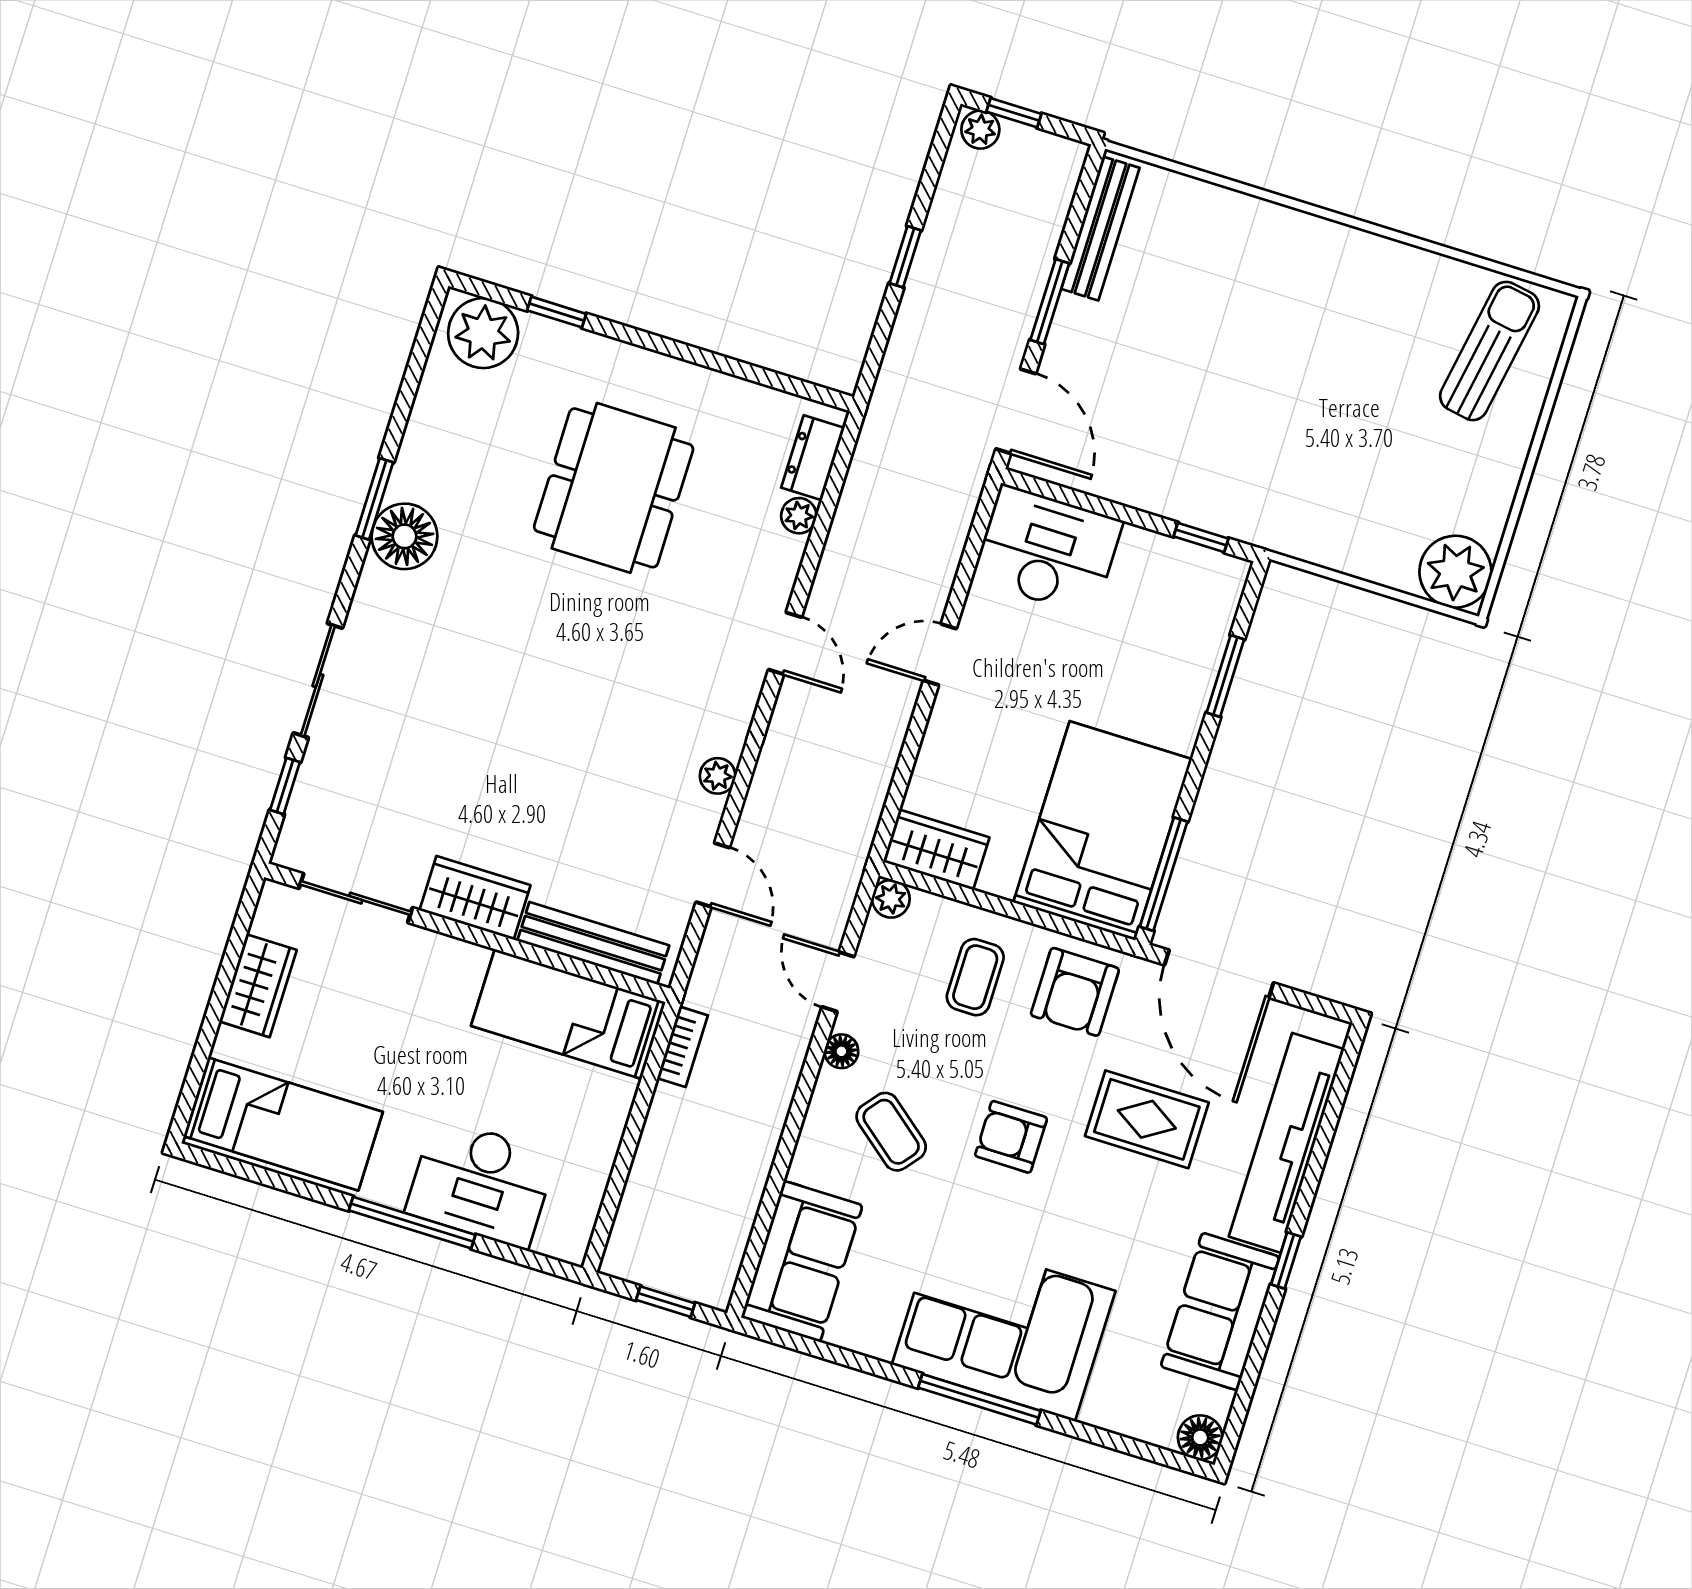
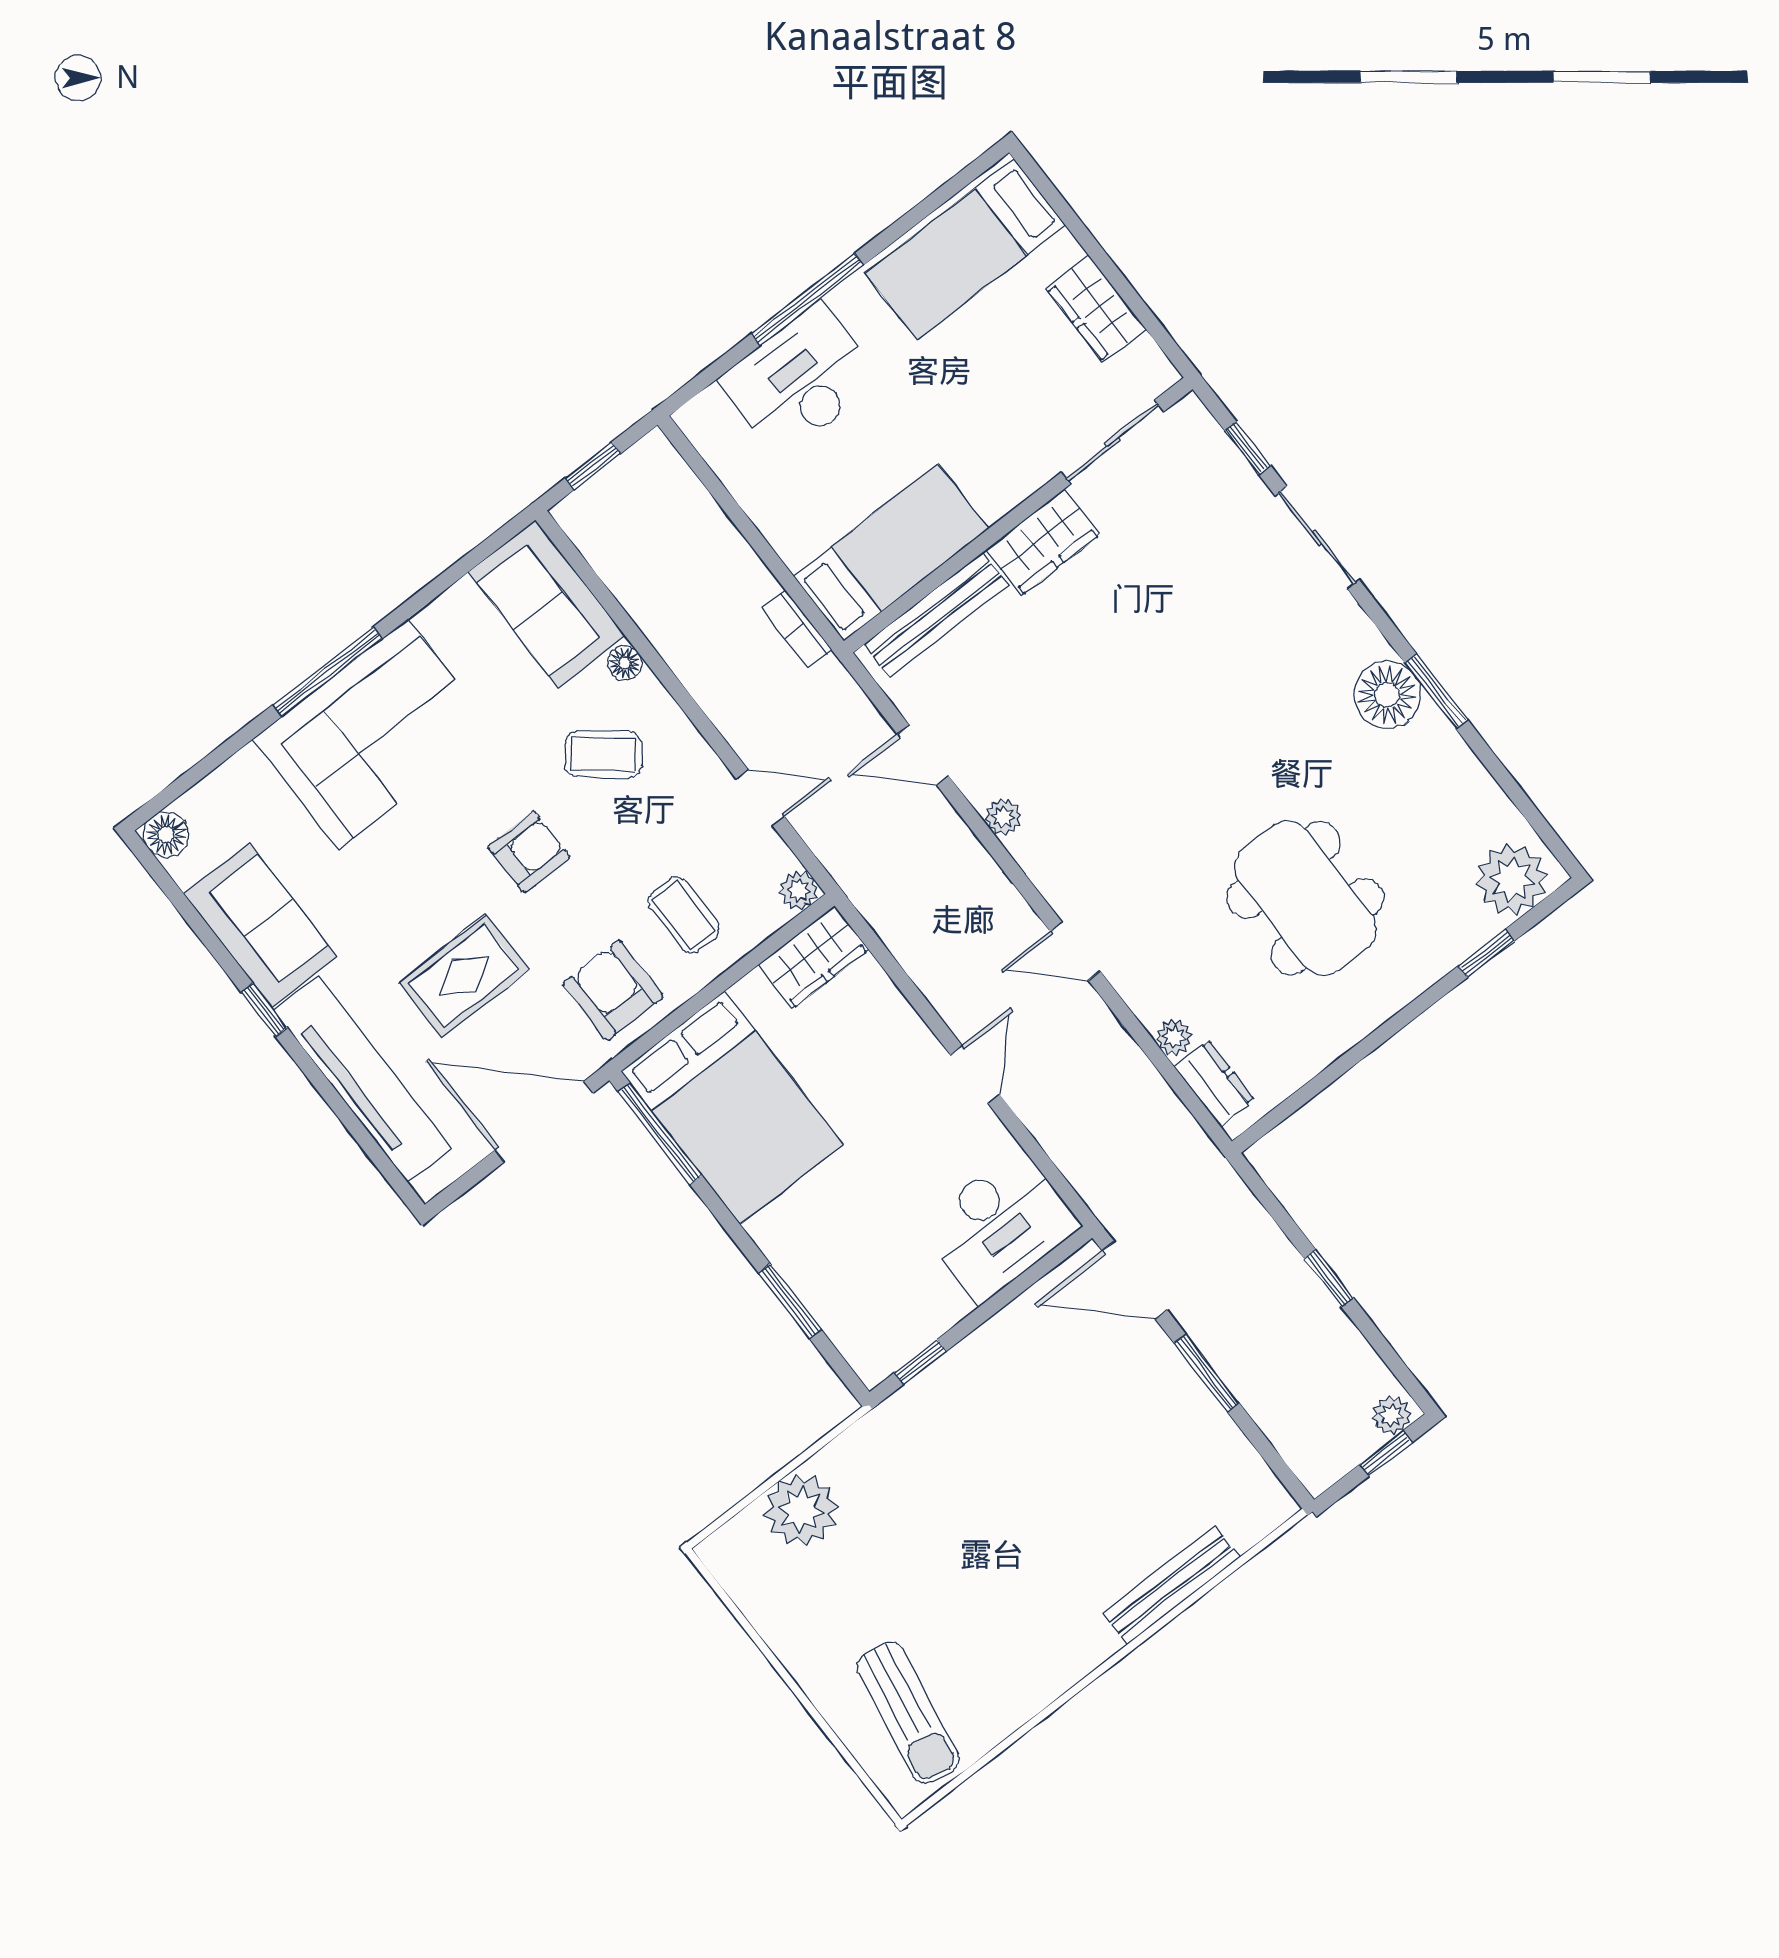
bench: (1100, 228) -> (1171, 1586), moved, turned 90
plant: (1455, 572) -> (801, 1510), moved
floor lamp: (841, 1051) -> (625, 663), moved

